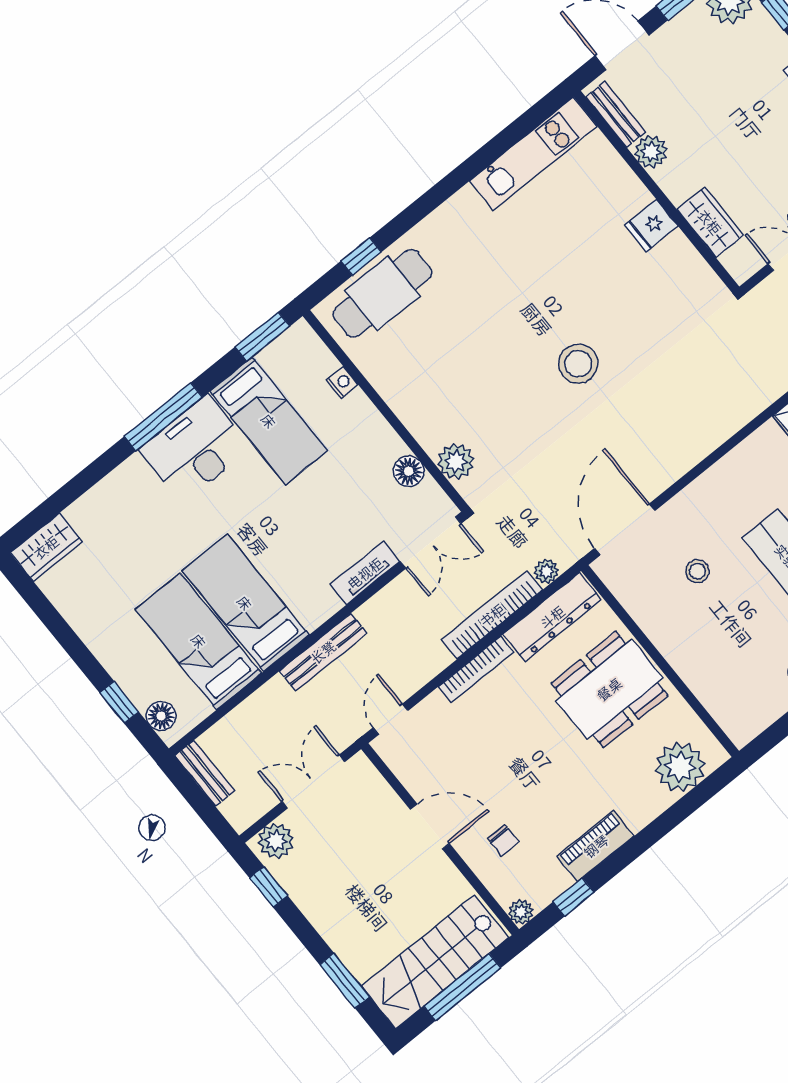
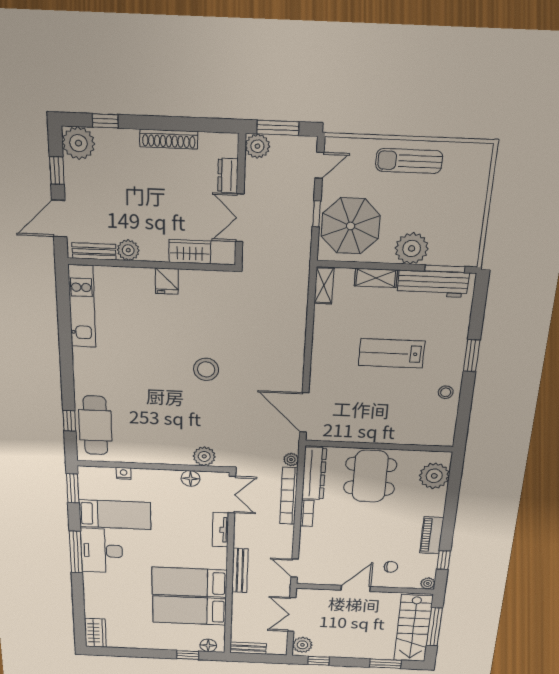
stool: (697, 571) -> (355, 398), removed
bookcase: (476, 669) -> (307, 513), width x0.64

